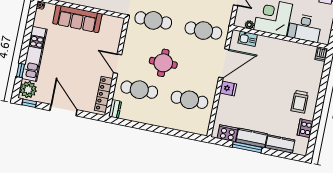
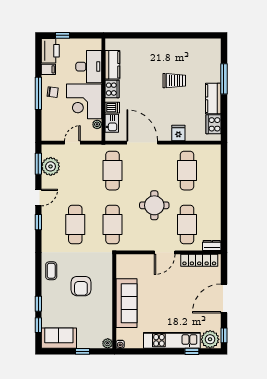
dishwasher: (321, 54) -> (112, 108), moved
fridge: (228, 88) -> (178, 133), moved
trolley: (300, 102) -> (174, 81), moved
cooker: (305, 128) -> (112, 89), moved, turned -90
kitchen counter: (280, 144) -> (112, 65), moved, turned 180
window: (247, 147) -> (224, 79), moved

